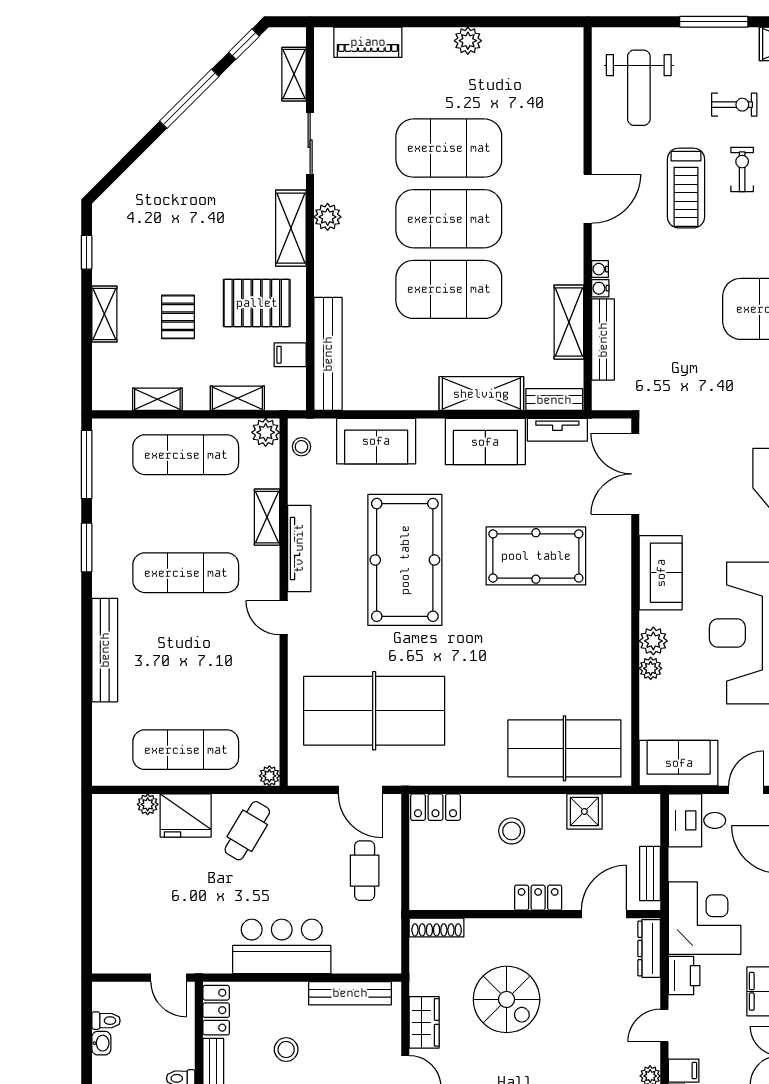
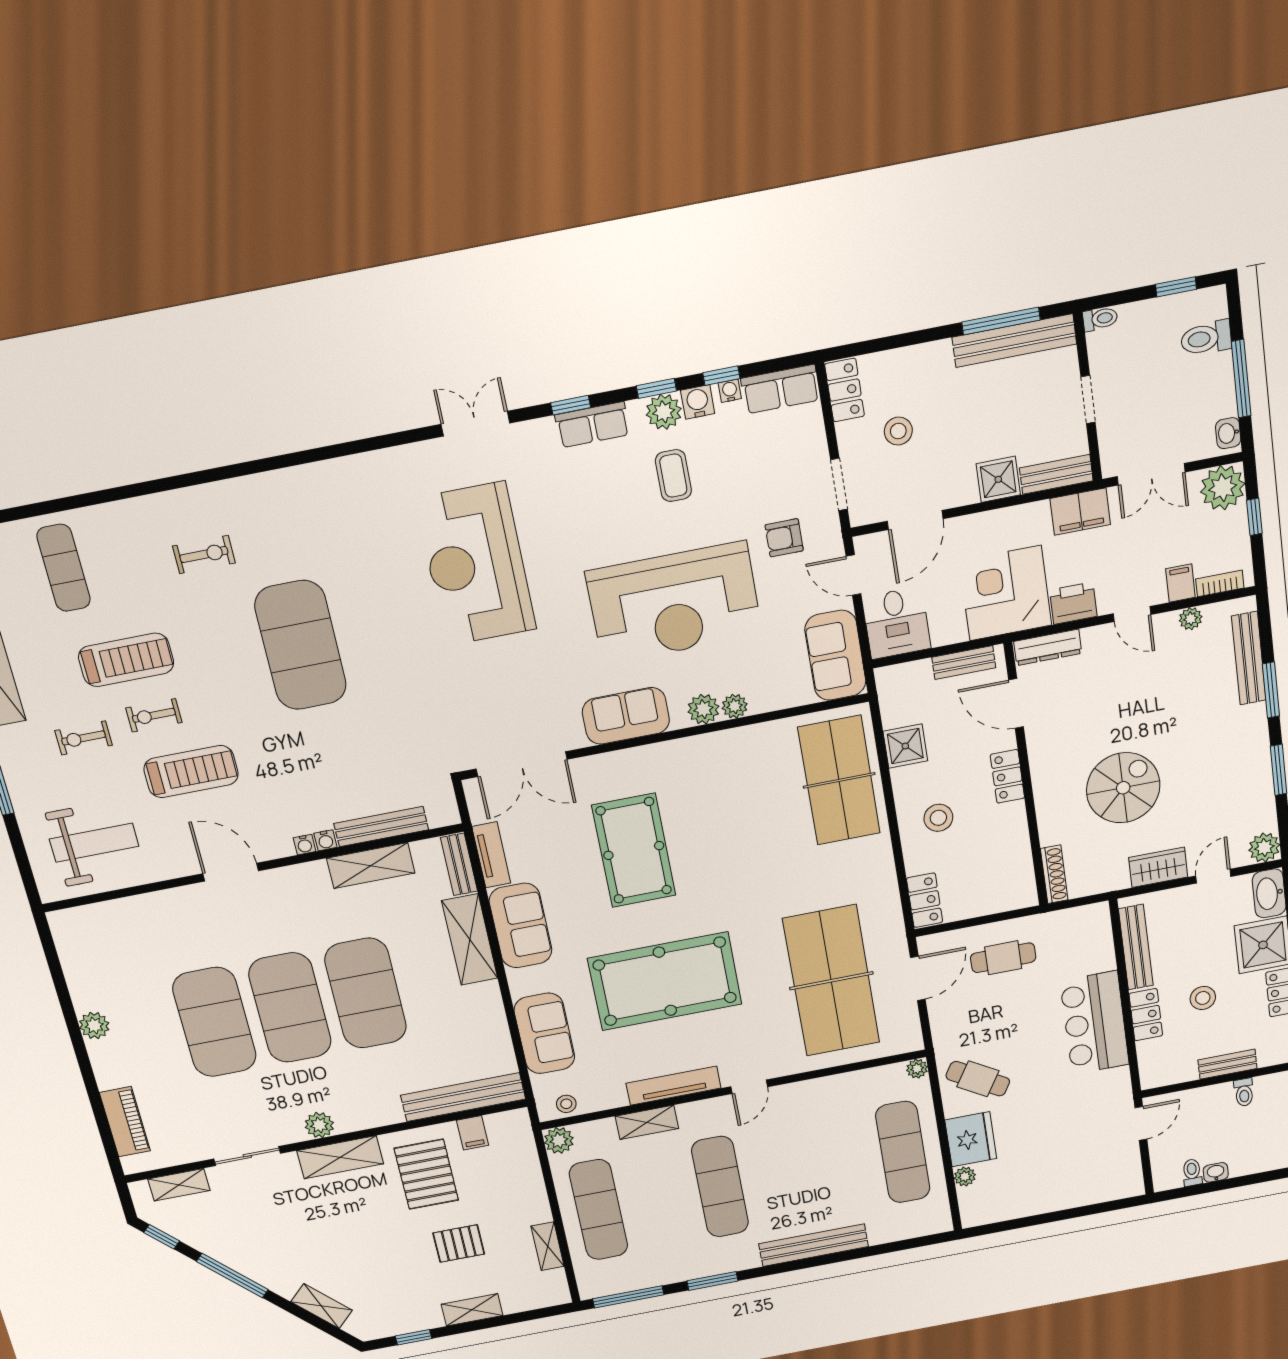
exercise bike: (734, 105) -> (83, 738), turned -90
shelving: (237, 398) -> (322, 1306), moved, turned -45
locker: (216, 1010) -> (1146, 1015), moved, turned 90

